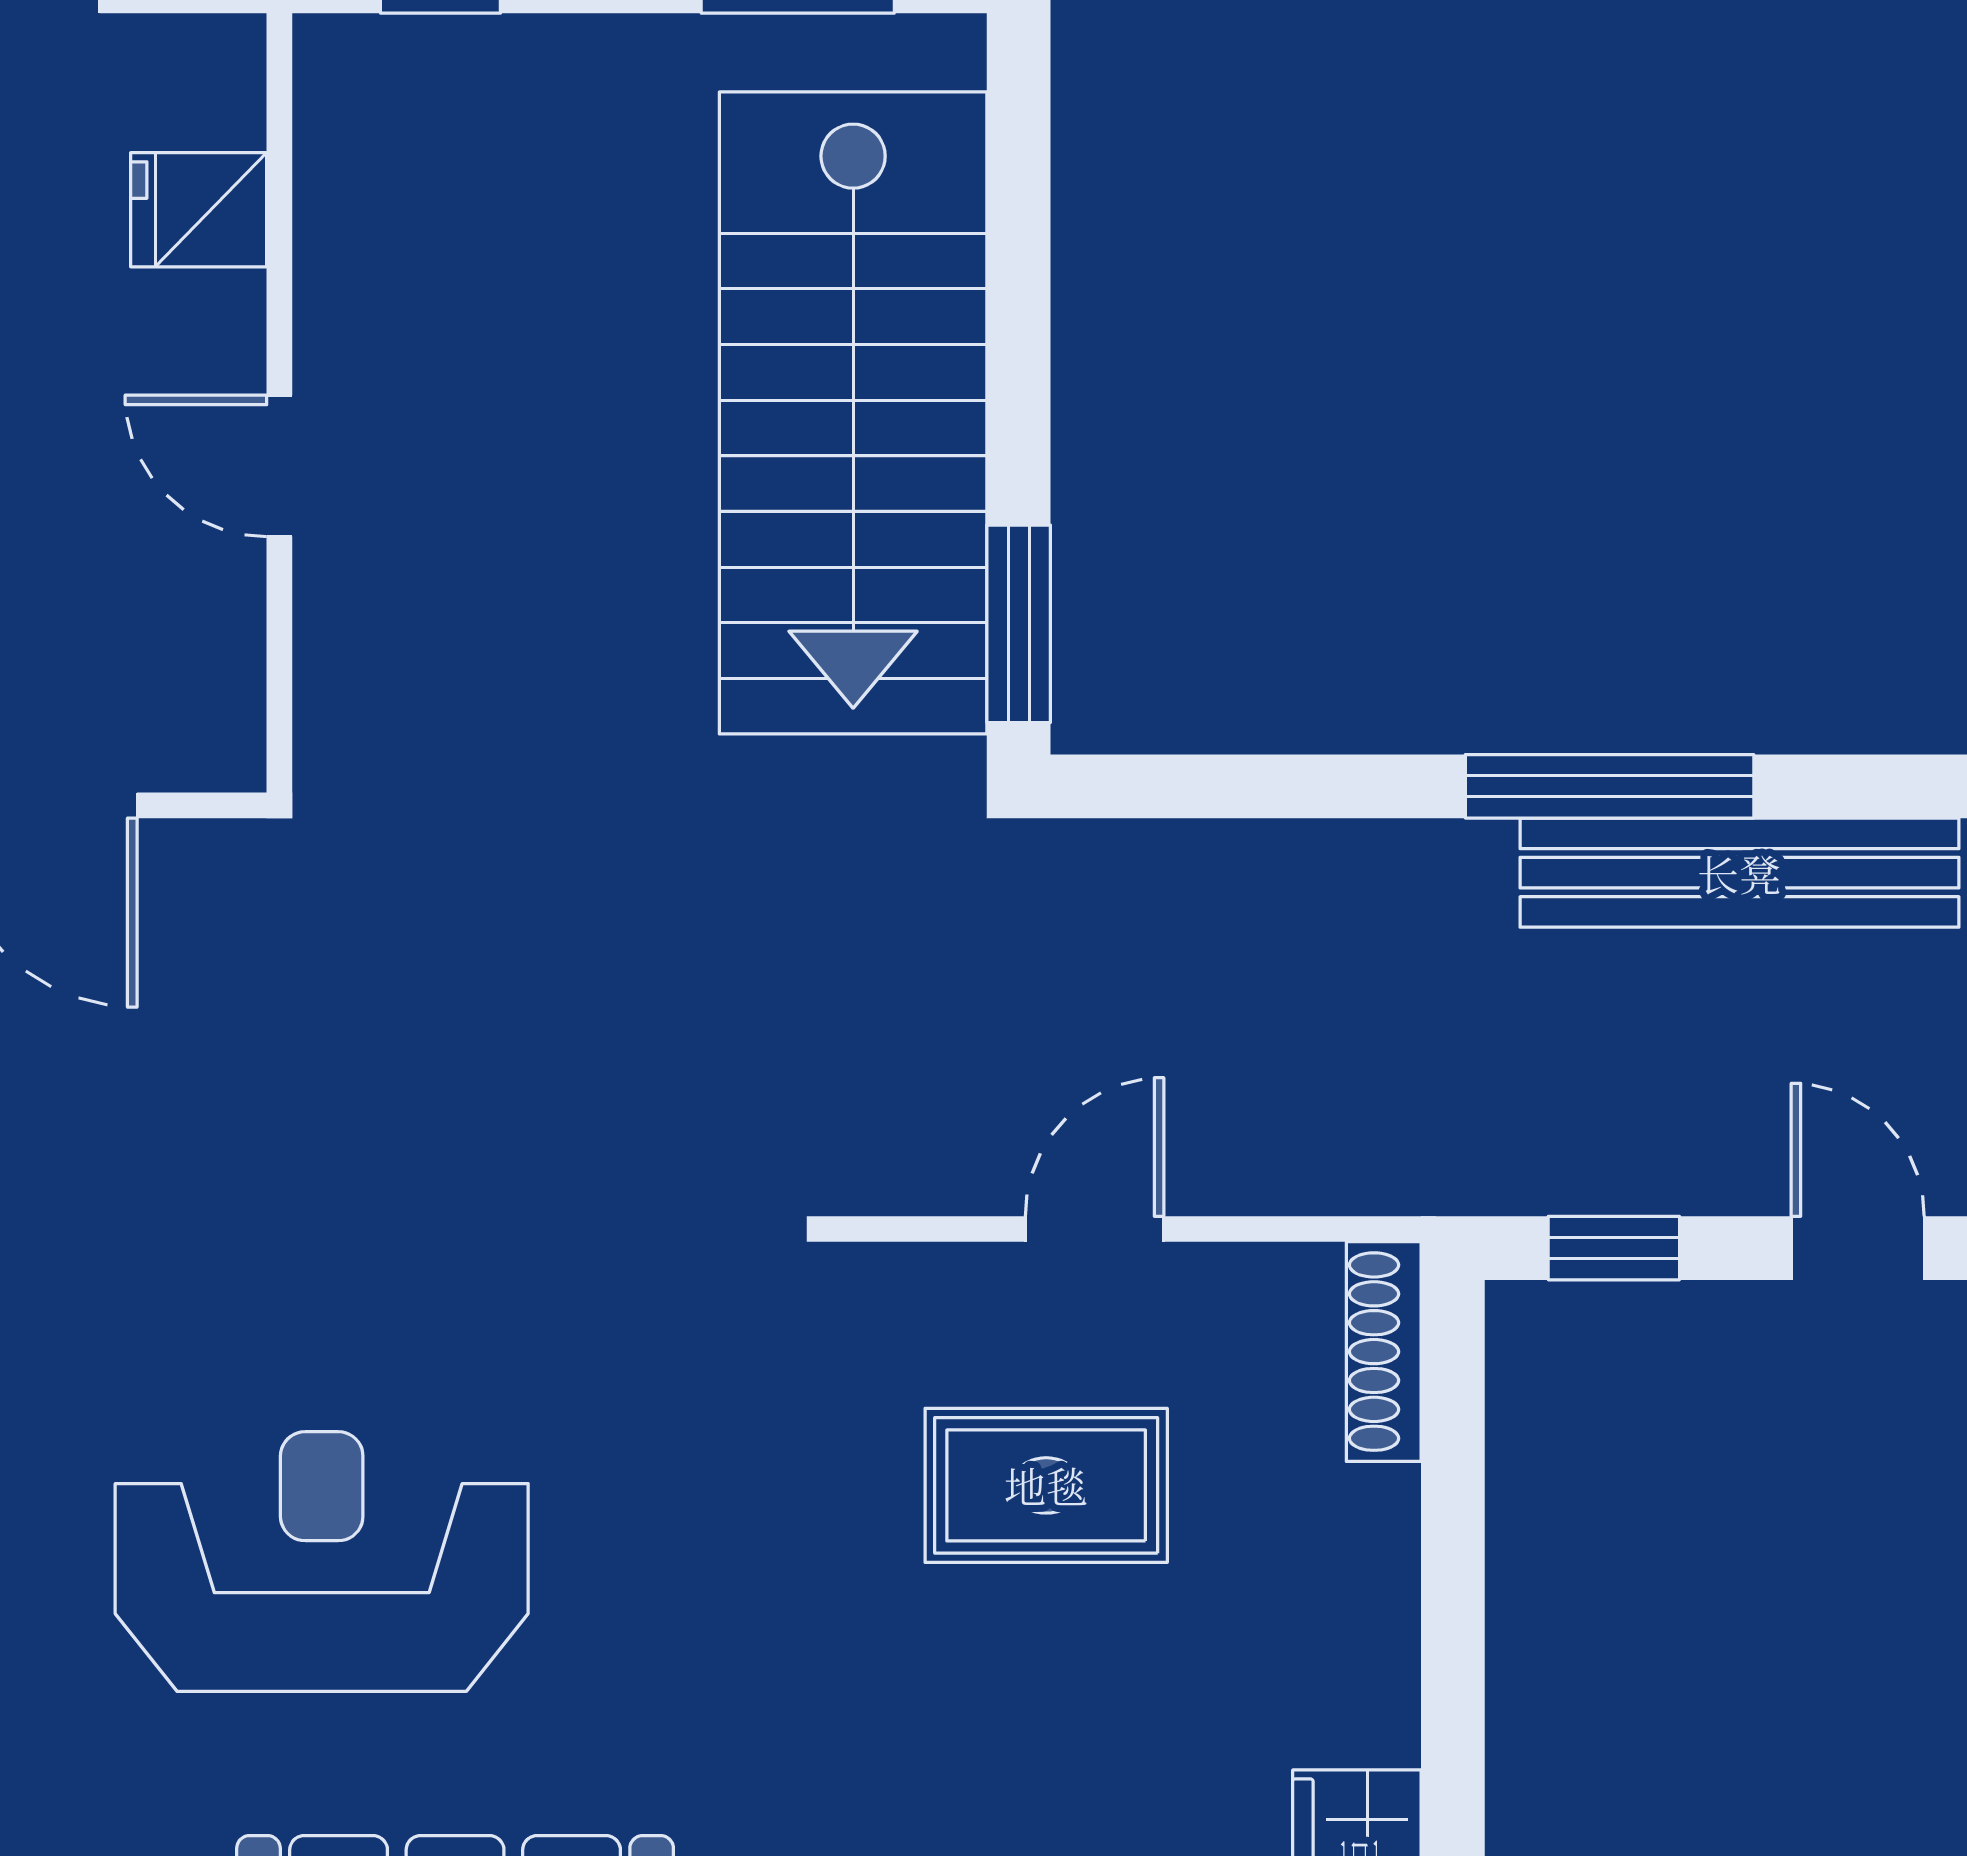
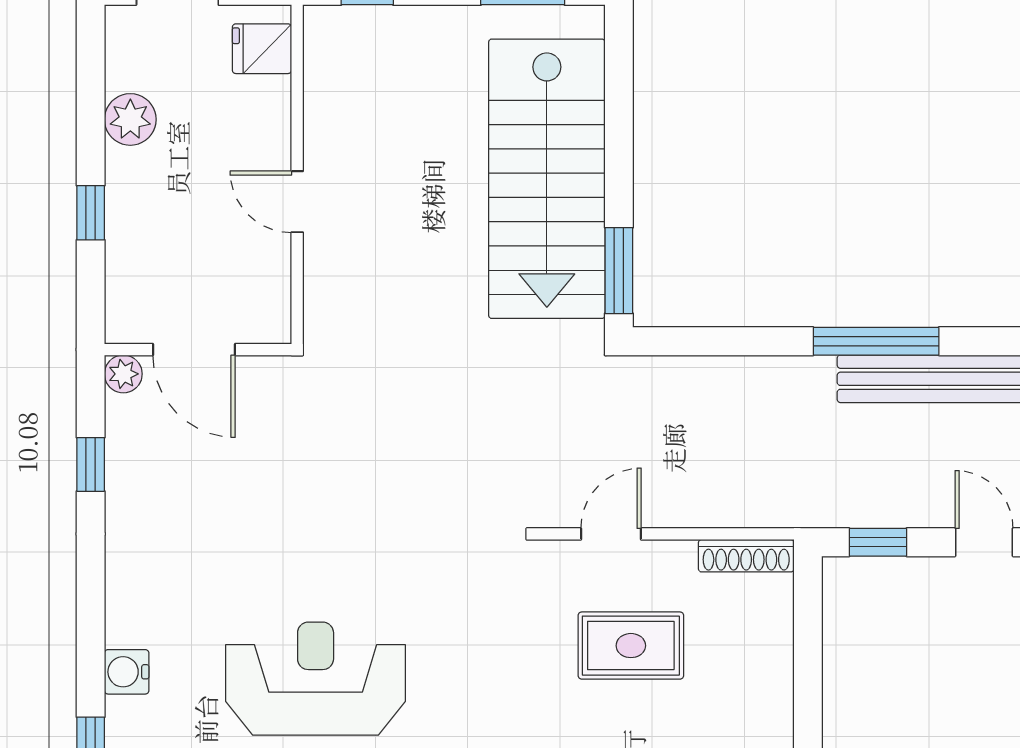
fridge: (199, 210) -> (262, 49), moved
door: (1095, 1229) -> (611, 534), moved
shoe rack: (1384, 1352) -> (746, 556), moved, turned -90

